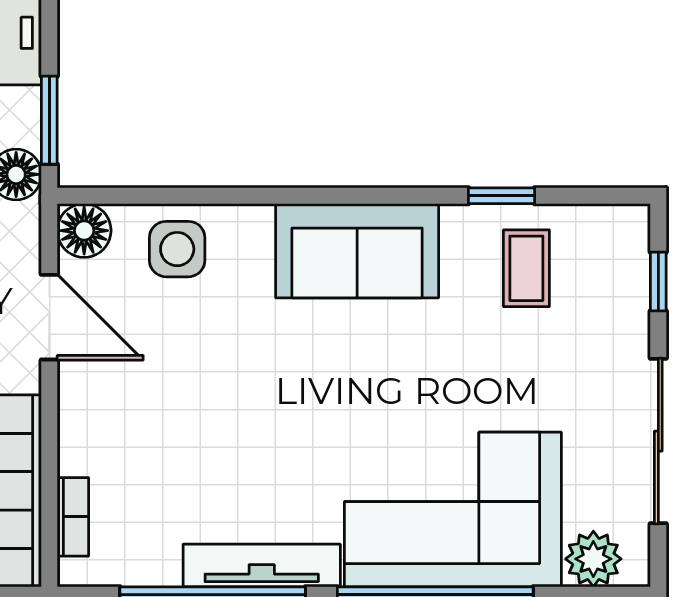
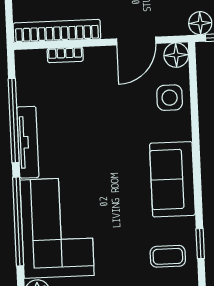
bookcase: (73, 517) -> (65, 55), moved

